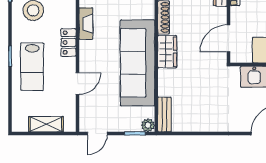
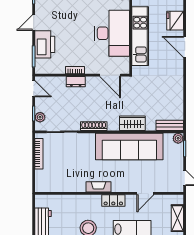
wardrobe: (167, 52) -> (132, 123), moved
door: (77, 84) -> (145, 193), swing flipped

